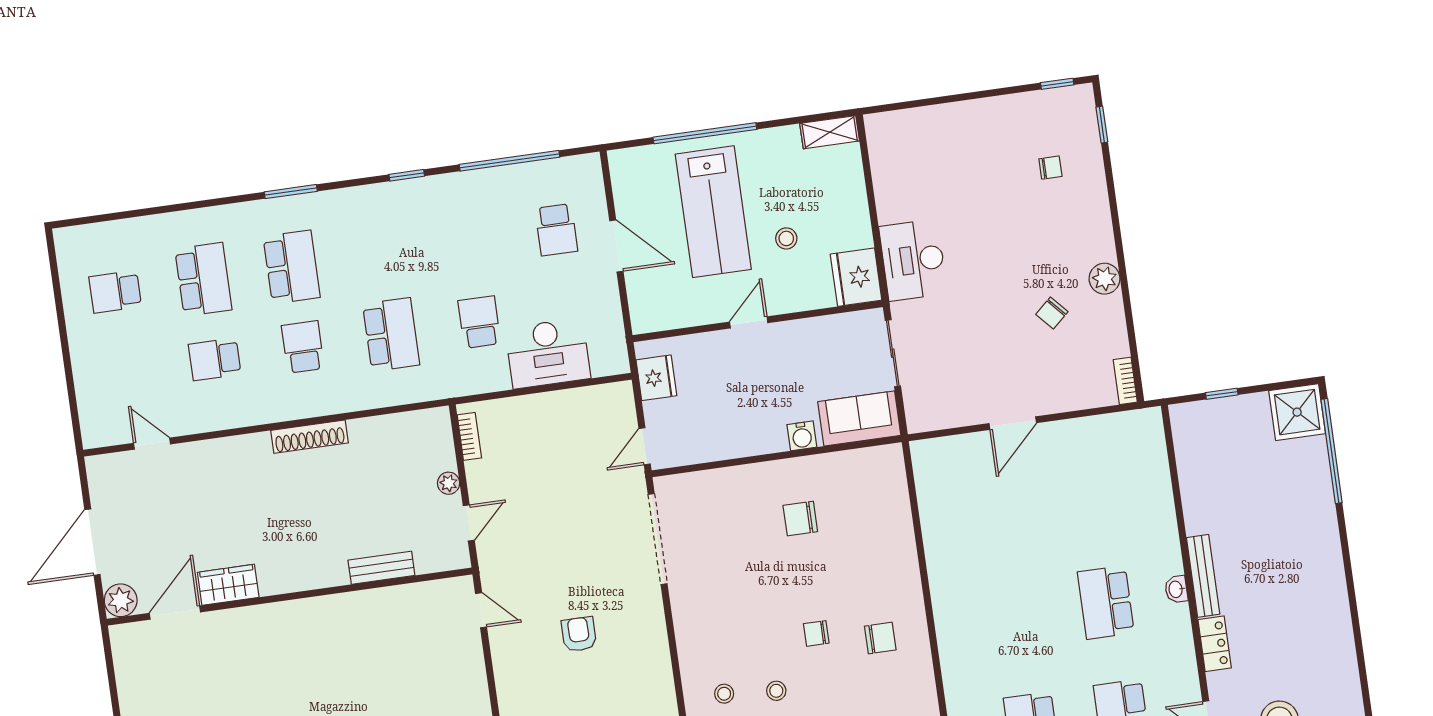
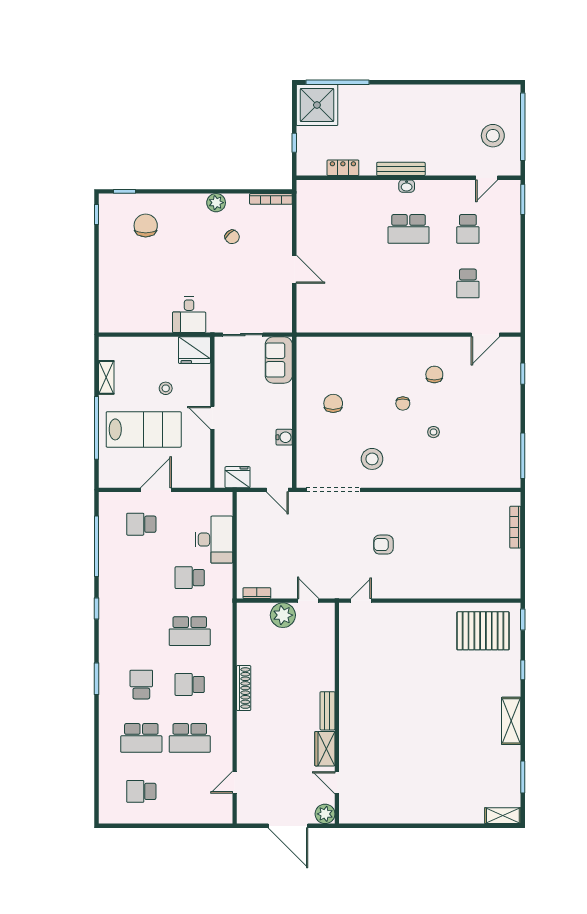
shelving: (830, 132) -> (106, 377), moved
chair: (1050, 168) -> (146, 226), width x1.87, depth x1.87
school desk: (556, 230) -> (141, 524), turned 180
desk: (913, 260) -> (189, 315), width x0.73
school desk: (292, 267) -> (141, 685), width x0.54
school desk: (203, 279) -> (141, 738), turned 180
school desk: (115, 292) -> (141, 791), turned 90
school desk: (391, 334) -> (190, 631), turned 180
school desk: (215, 359) -> (190, 738), width x1.85
bookcase: (1125, 381) -> (271, 199), width x1.56
shower: (1297, 412) -> (317, 105), width x1.37, depth x1.37
water cooler: (802, 436) -> (284, 437), moved
plant: (449, 483) -> (283, 615), width x1.87, depth x1.87
chair: (800, 519) -> (333, 403), turned 180
bench: (381, 568) -> (327, 711), moved
door: (175, 613) -> (337, 783), width x0.73
chair: (880, 638) -> (434, 374), moved
locker: (1215, 644) -> (343, 168), moved
stool: (724, 694) -> (372, 459), moved, width x1.89, depth x1.89

